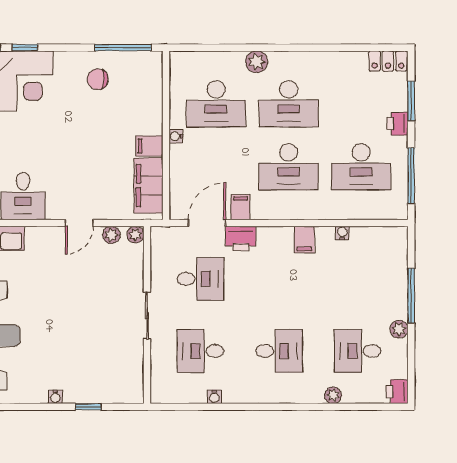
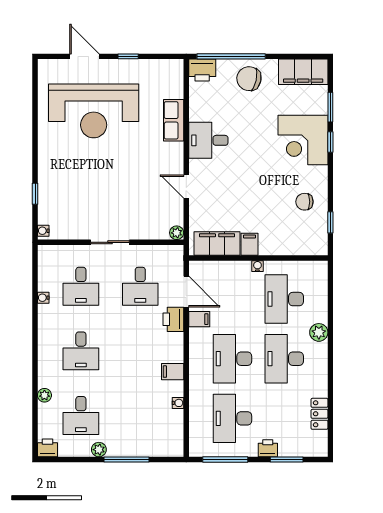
window: (123, 48) -> (330, 222), width x0.46
locker: (388, 61) -> (319, 414), moved
chair: (98, 79) -> (304, 202), turned -93
plant: (111, 235) -> (176, 213), removed
desk: (201, 351) -> (81, 286), turned 180
desk: (358, 351) -> (81, 416), turned 180
water cooler: (55, 397) -> (43, 231), moved

